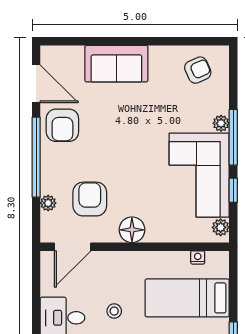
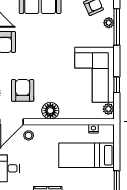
plant: (221, 123) -> (109, 23), moved
window: (233, 137) -> (117, 27), moved
stool: (114, 311) -> (29, 135), moved

